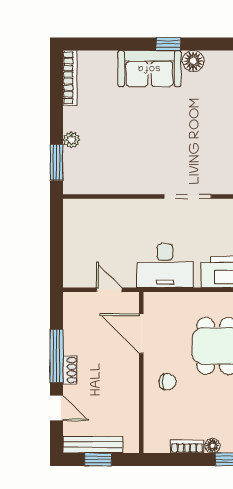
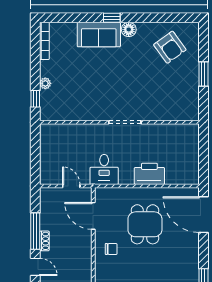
window: (57, 162) -> (35, 99), width x0.67
desk: (165, 266) -> (104, 169), width x0.73

